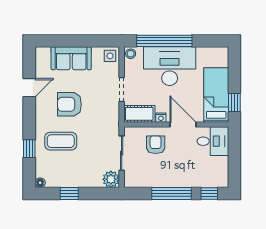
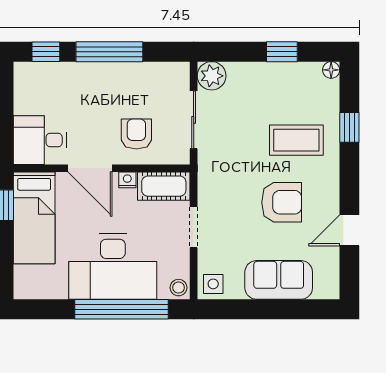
armchair: (156, 145) -> (136, 134), turned 180

